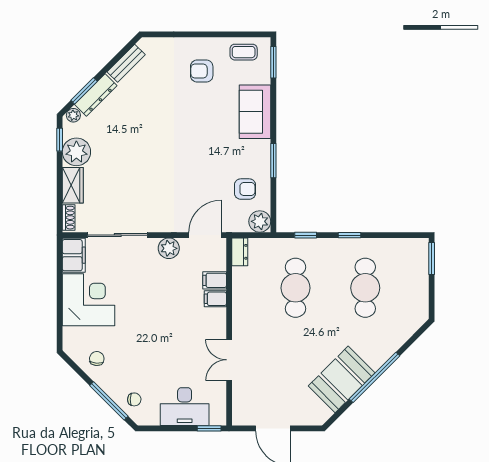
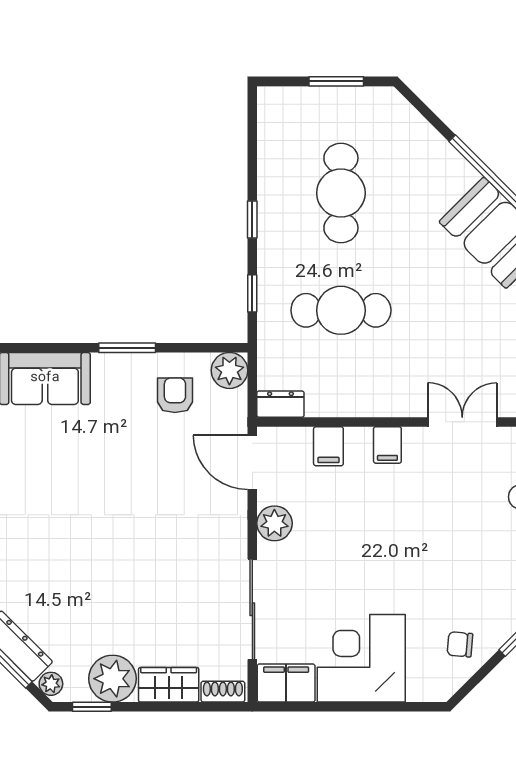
window: (432, 259) -> (336, 81), moved
cafe table: (365, 288) -> (341, 193), turned 90
filing cabinet: (215, 299) -> (387, 445), moved
double door: (229, 360) -> (462, 422), swing flipped

